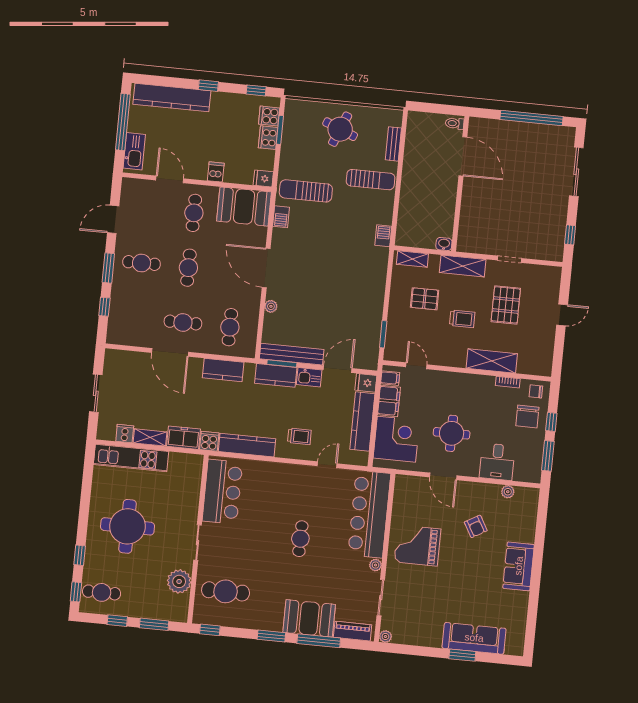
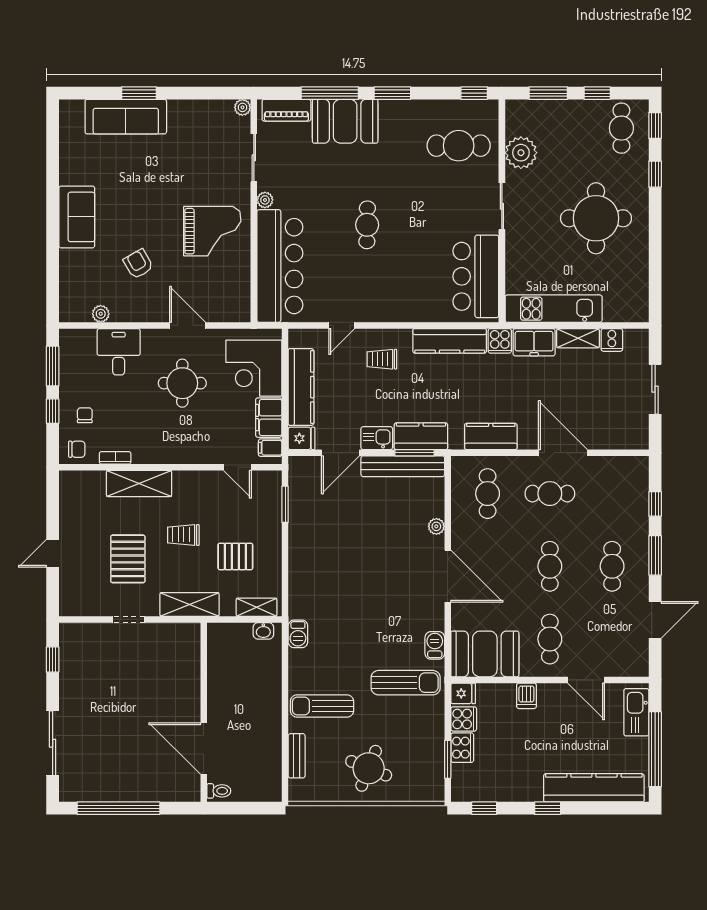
cooker: (269, 116) -> (464, 719), moved
washbasin: (444, 244) -> (263, 631), moved
cafe table: (142, 263) -> (612, 566), turned 90
chair: (527, 416) -> (85, 415), width x0.54, depth x0.54
kitchen unit: (131, 458) -> (554, 309), moved
cafe table: (102, 592) -> (621, 128), turned 90

